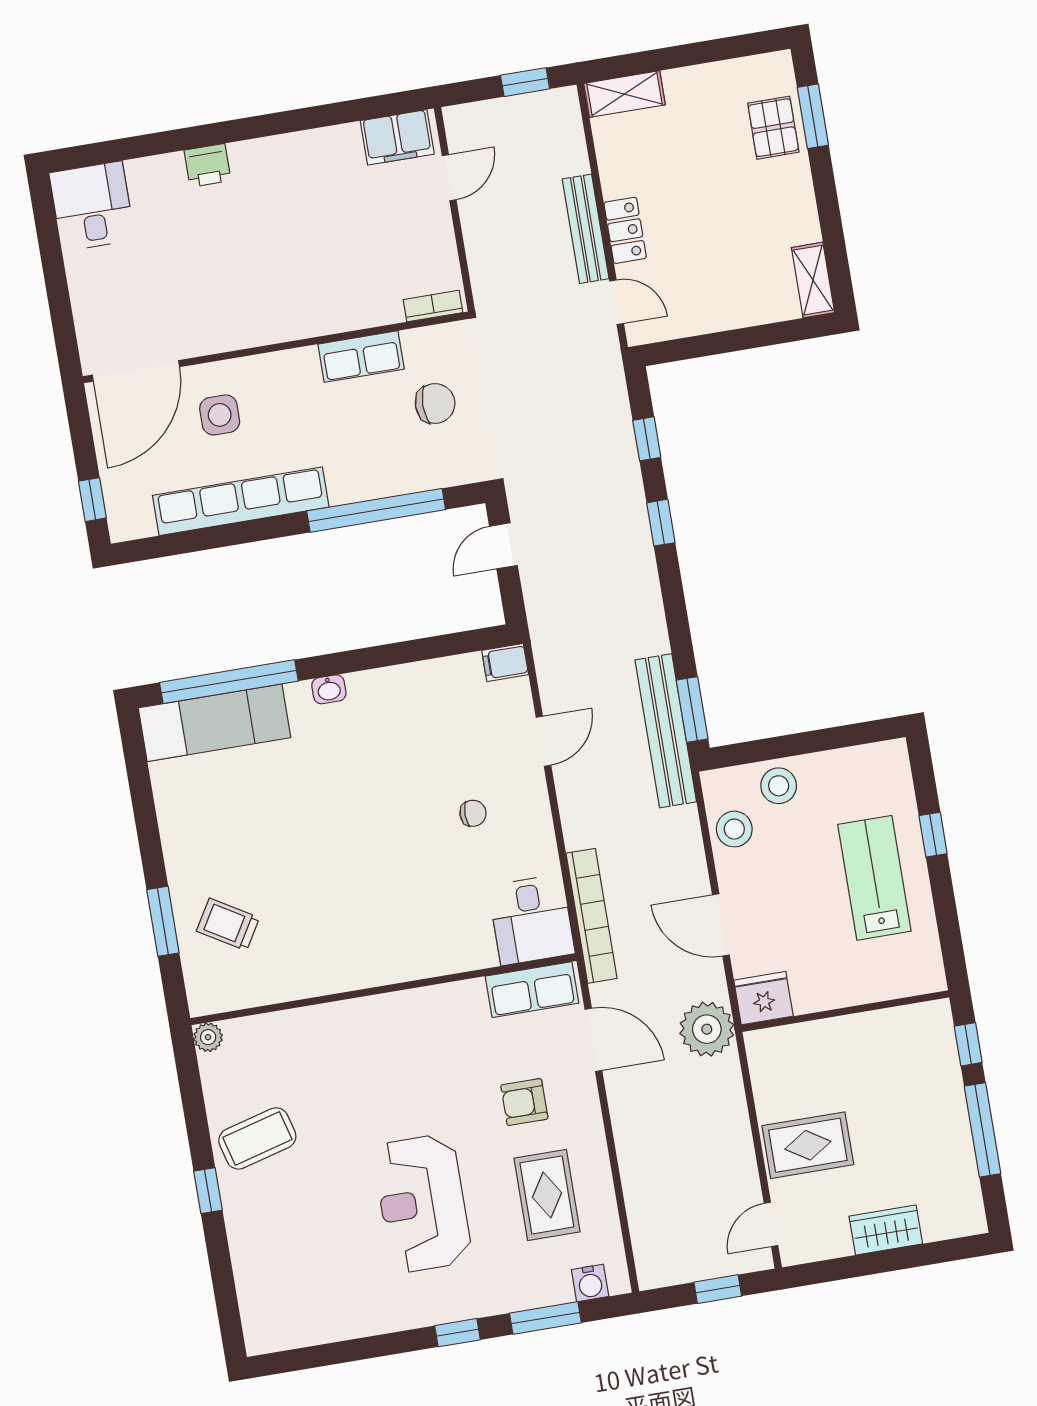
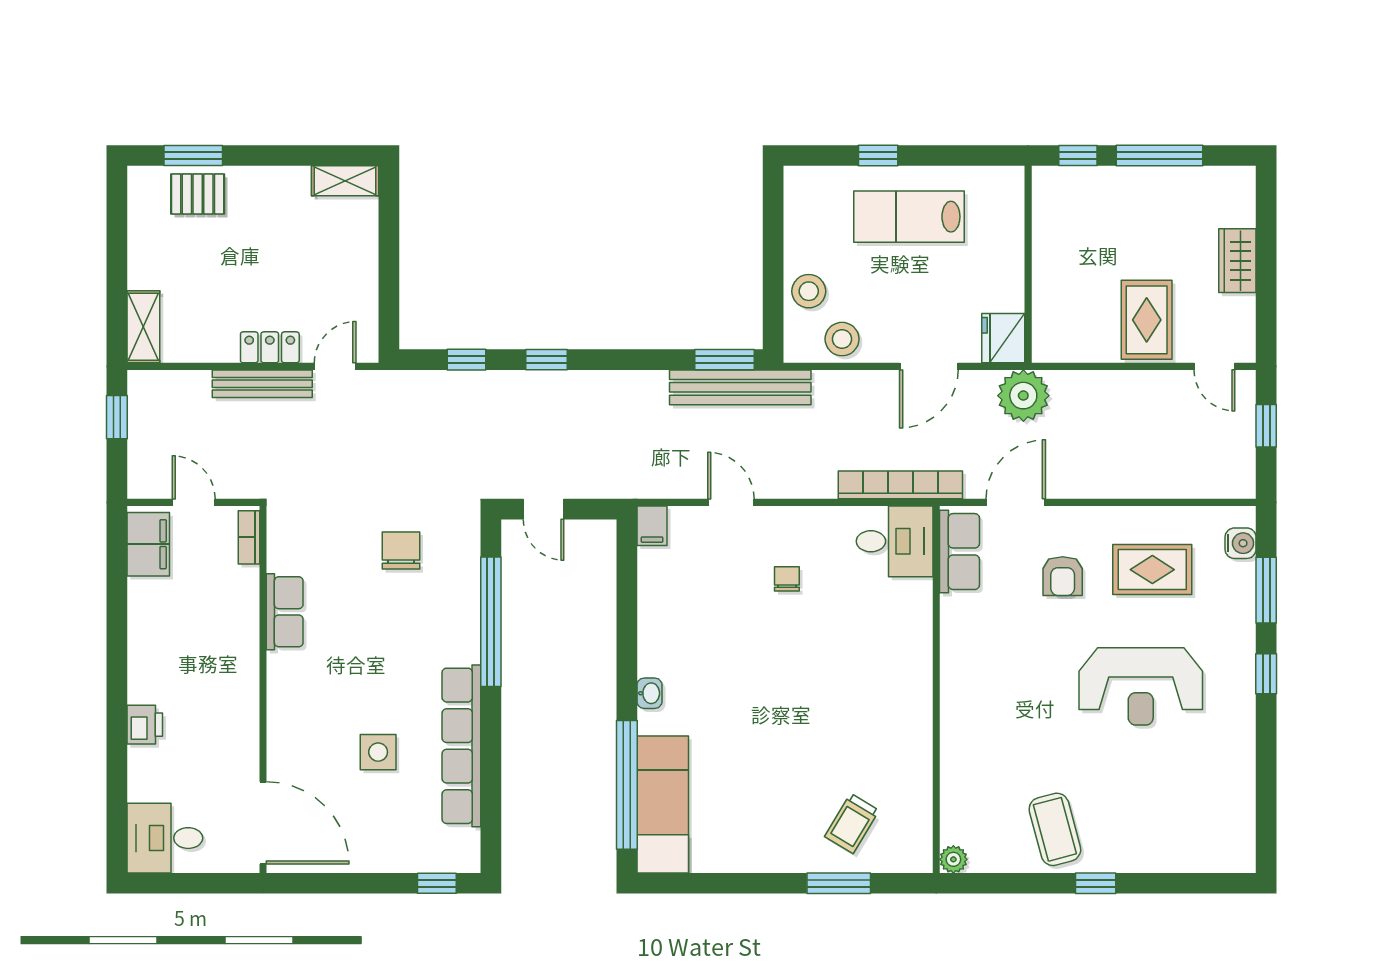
bookcase: (433, 306) -> (249, 537), moved
wall: (276, 347) -> (263, 689), moved
row of seats: (361, 357) -> (285, 612), moved
door: (136, 371) -> (263, 823), moved

